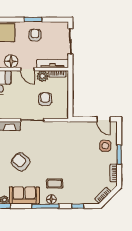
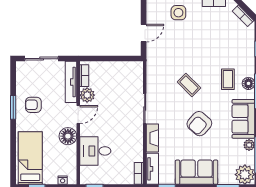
armchair: (45, 99) -> (117, 92), removed
door: (104, 119) -> (144, 33), moved
coffee table: (50, 154) -> (189, 85), added

